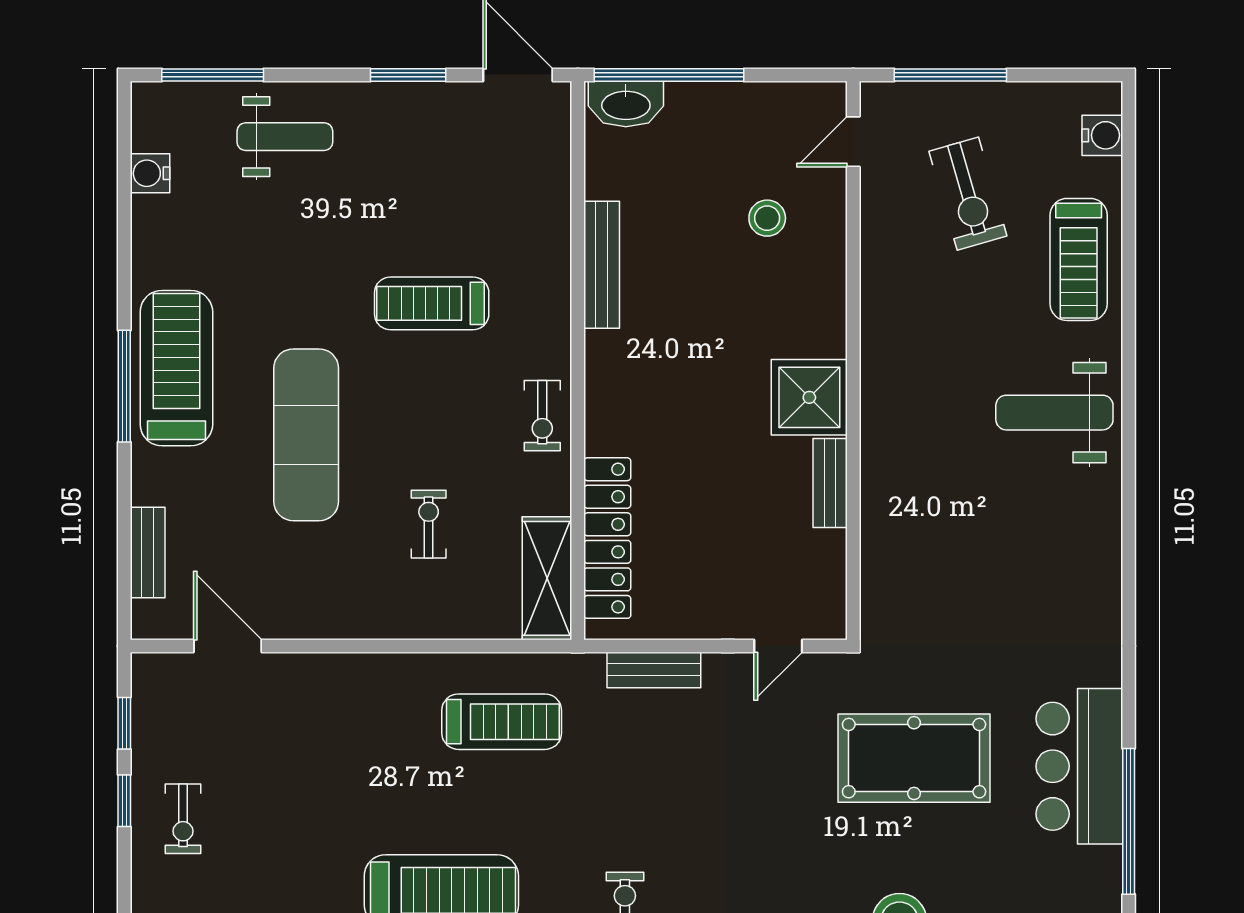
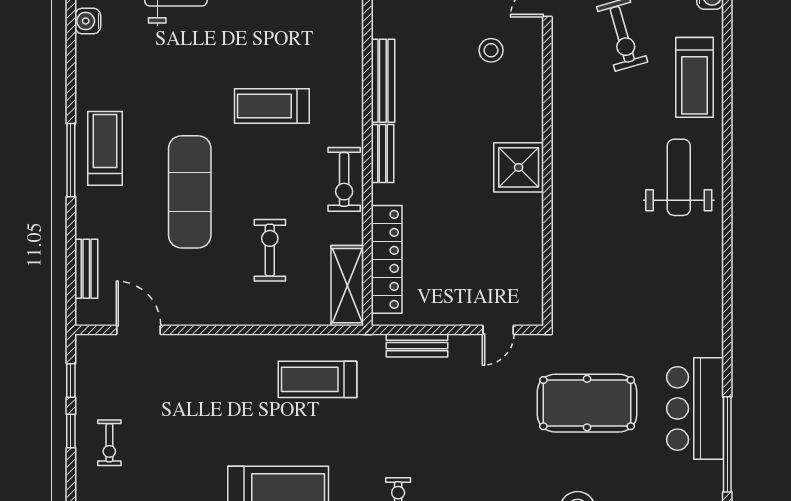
treadmill: (176, 368) -> (105, 148), width x0.73, depth x0.73
weight bench: (1054, 413) -> (679, 177), turned 90
exercise bike: (542, 416) -> (344, 179), width x1.38, depth x1.39
bench: (830, 483) -> (382, 154), moved
exercise bike: (429, 524) -> (270, 250), width x1.38, depth x1.39
treadmill: (502, 722) -> (318, 379), turned 180

